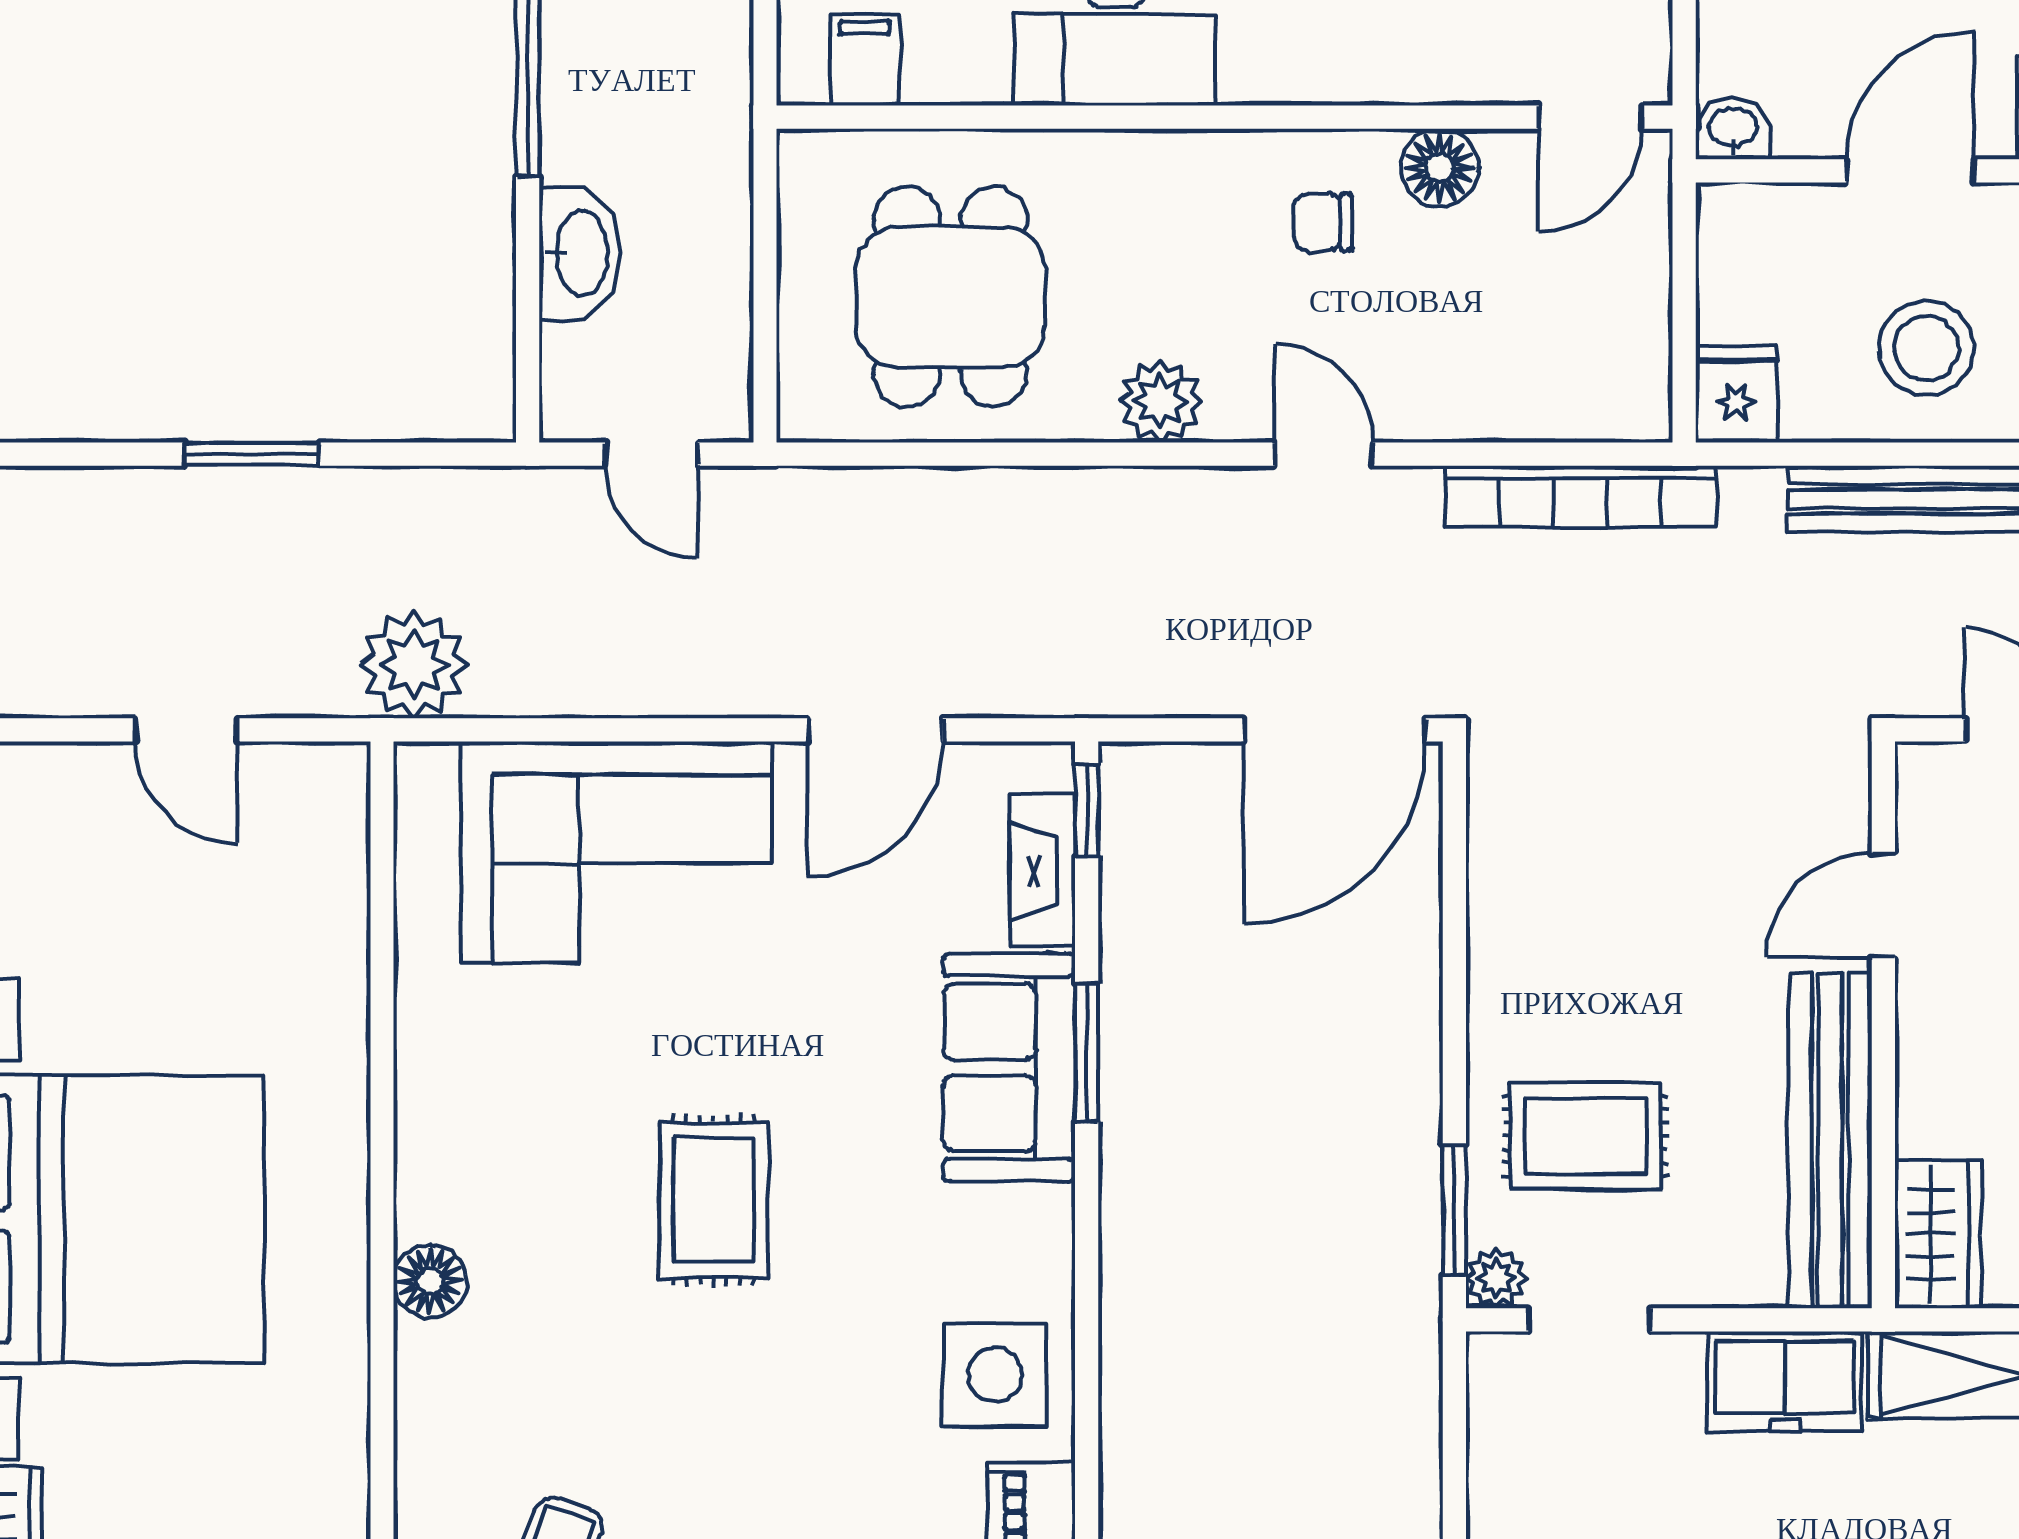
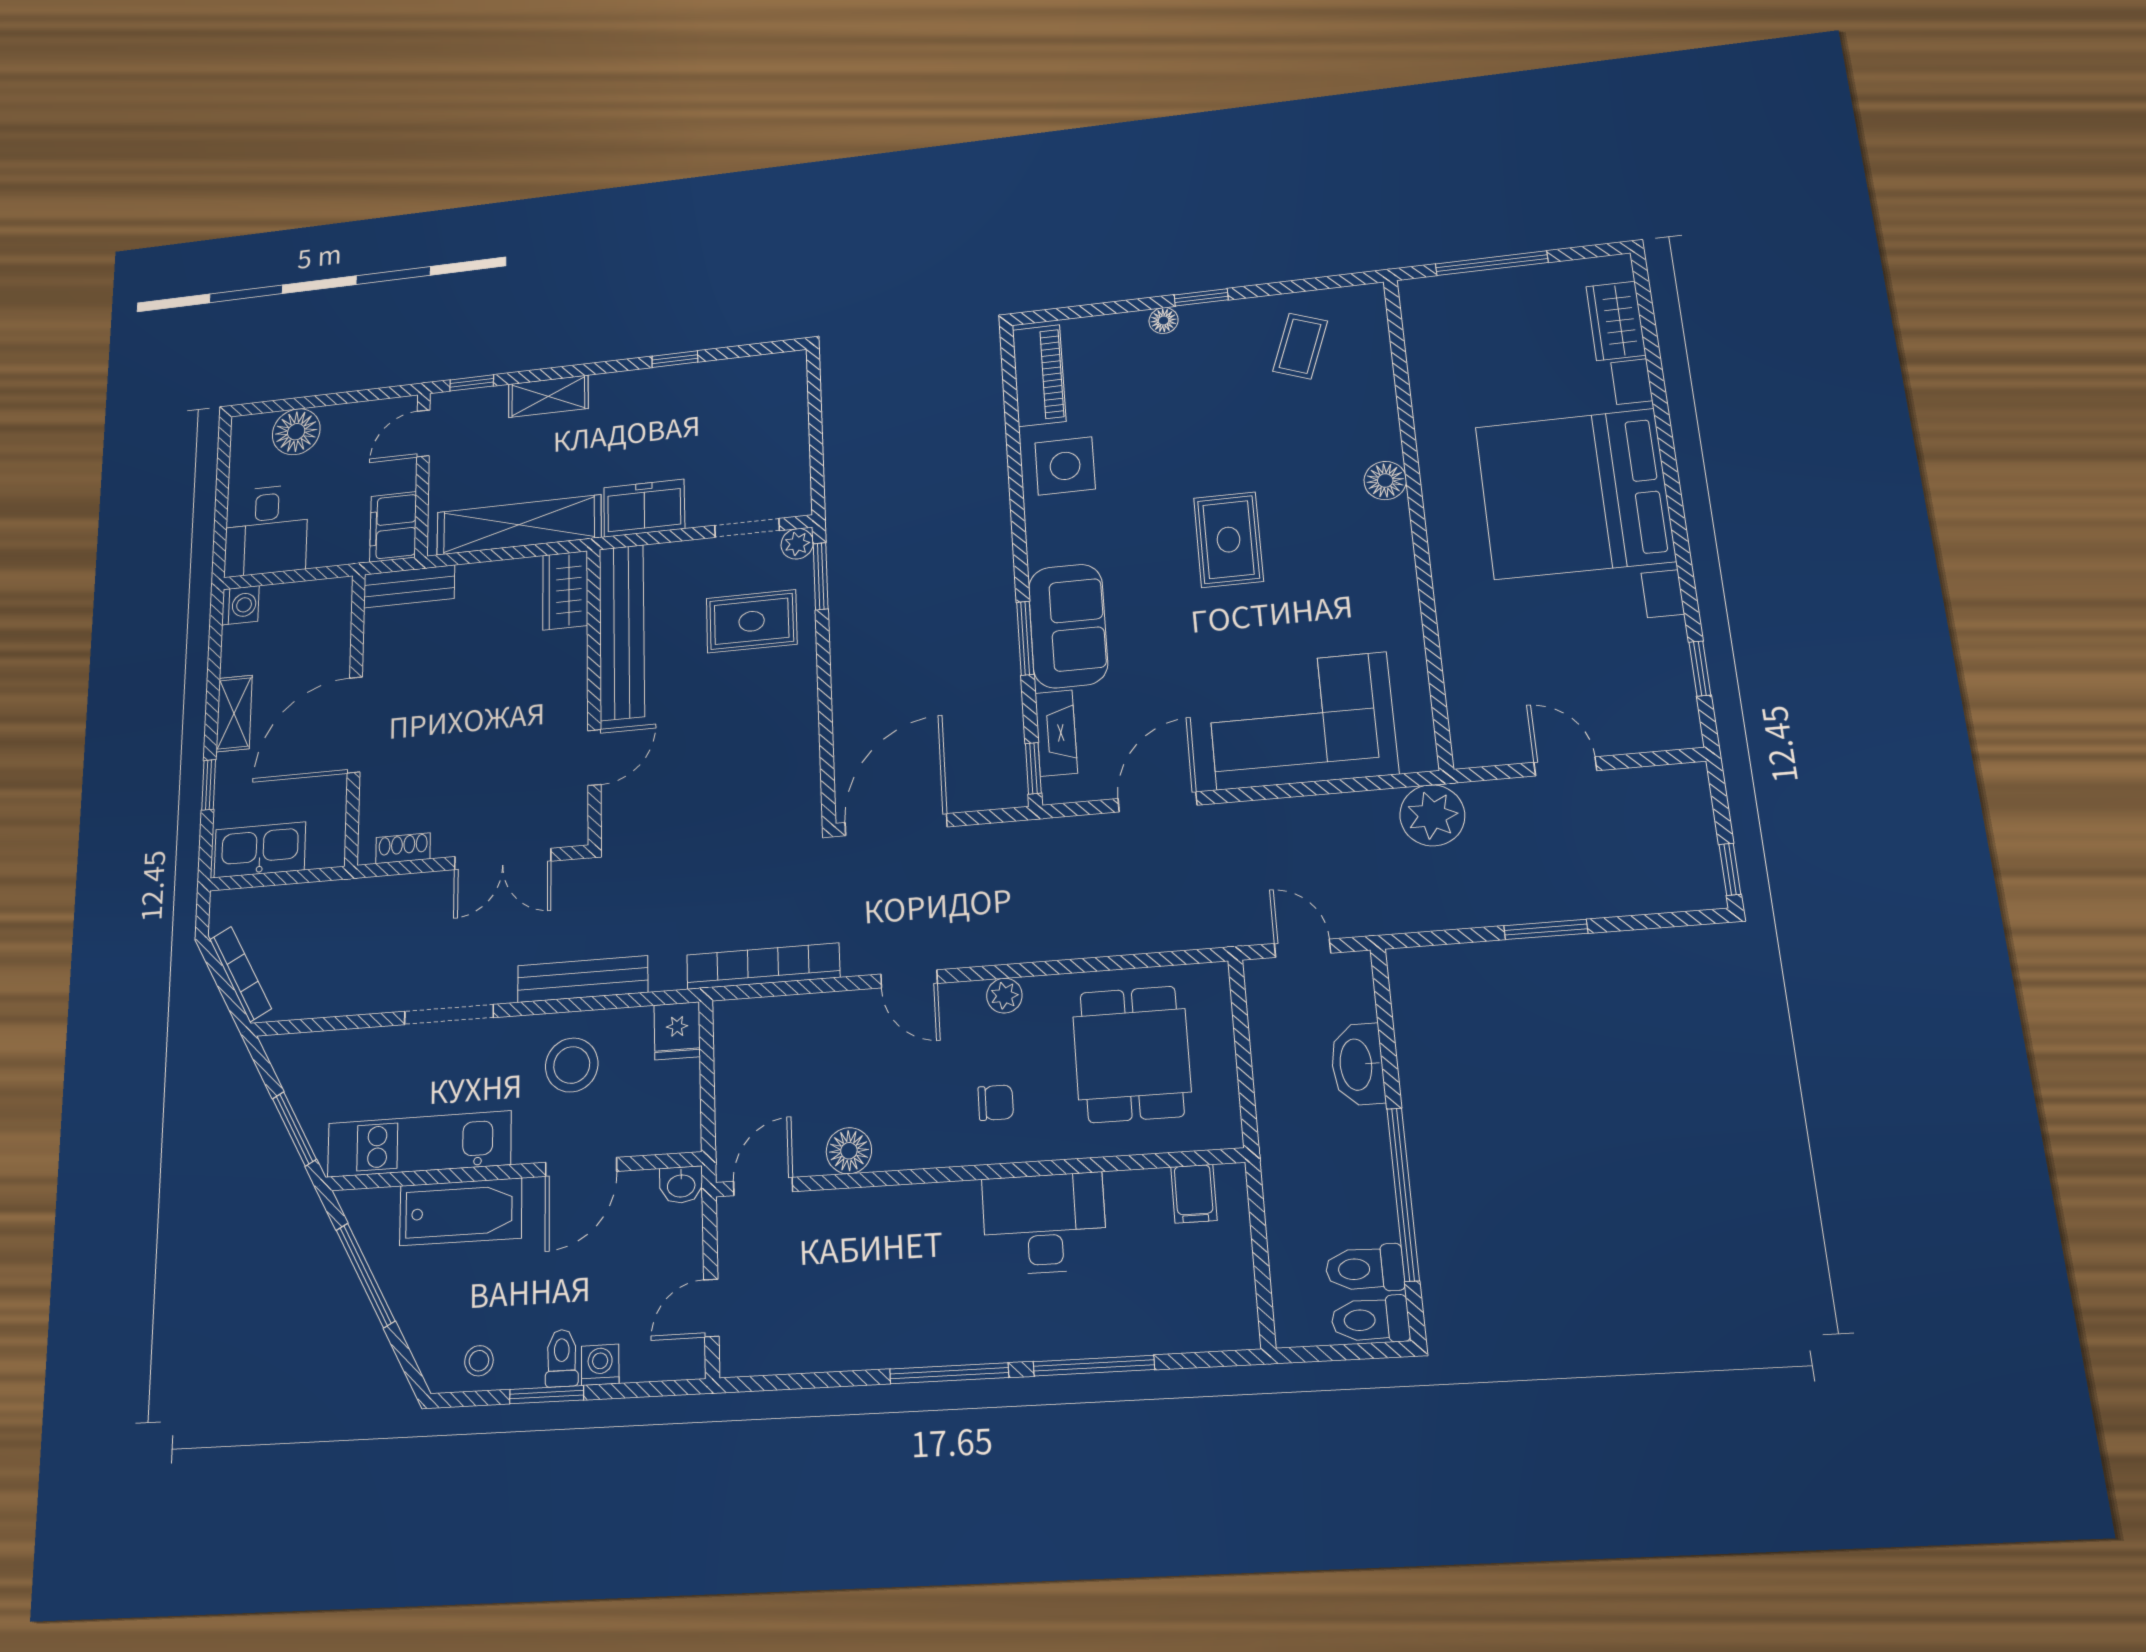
chair: (1323, 222) -> (996, 1103), moved
plant: (1160, 401) -> (1004, 996), width x0.73, depth x0.73

